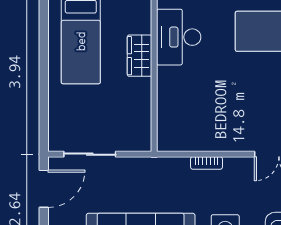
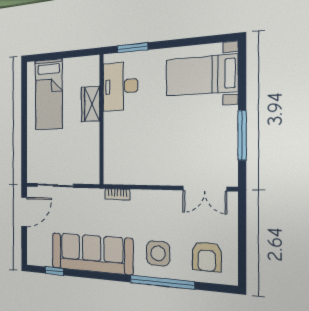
bookcase: (207, 163) -> (117, 194), moved

